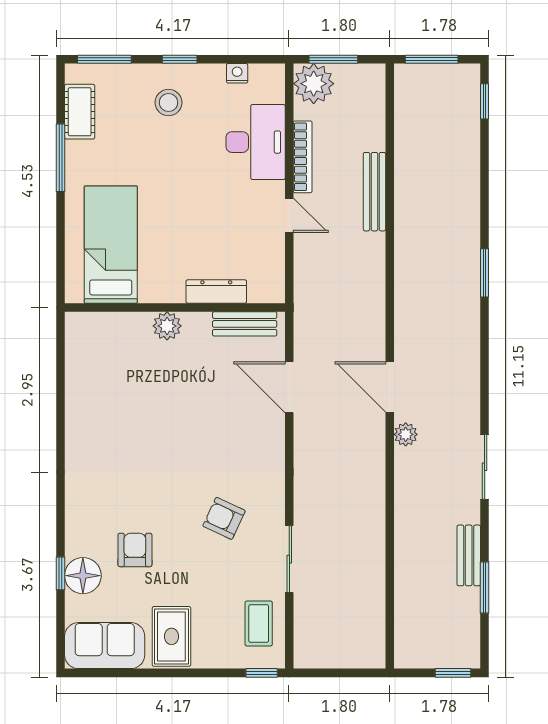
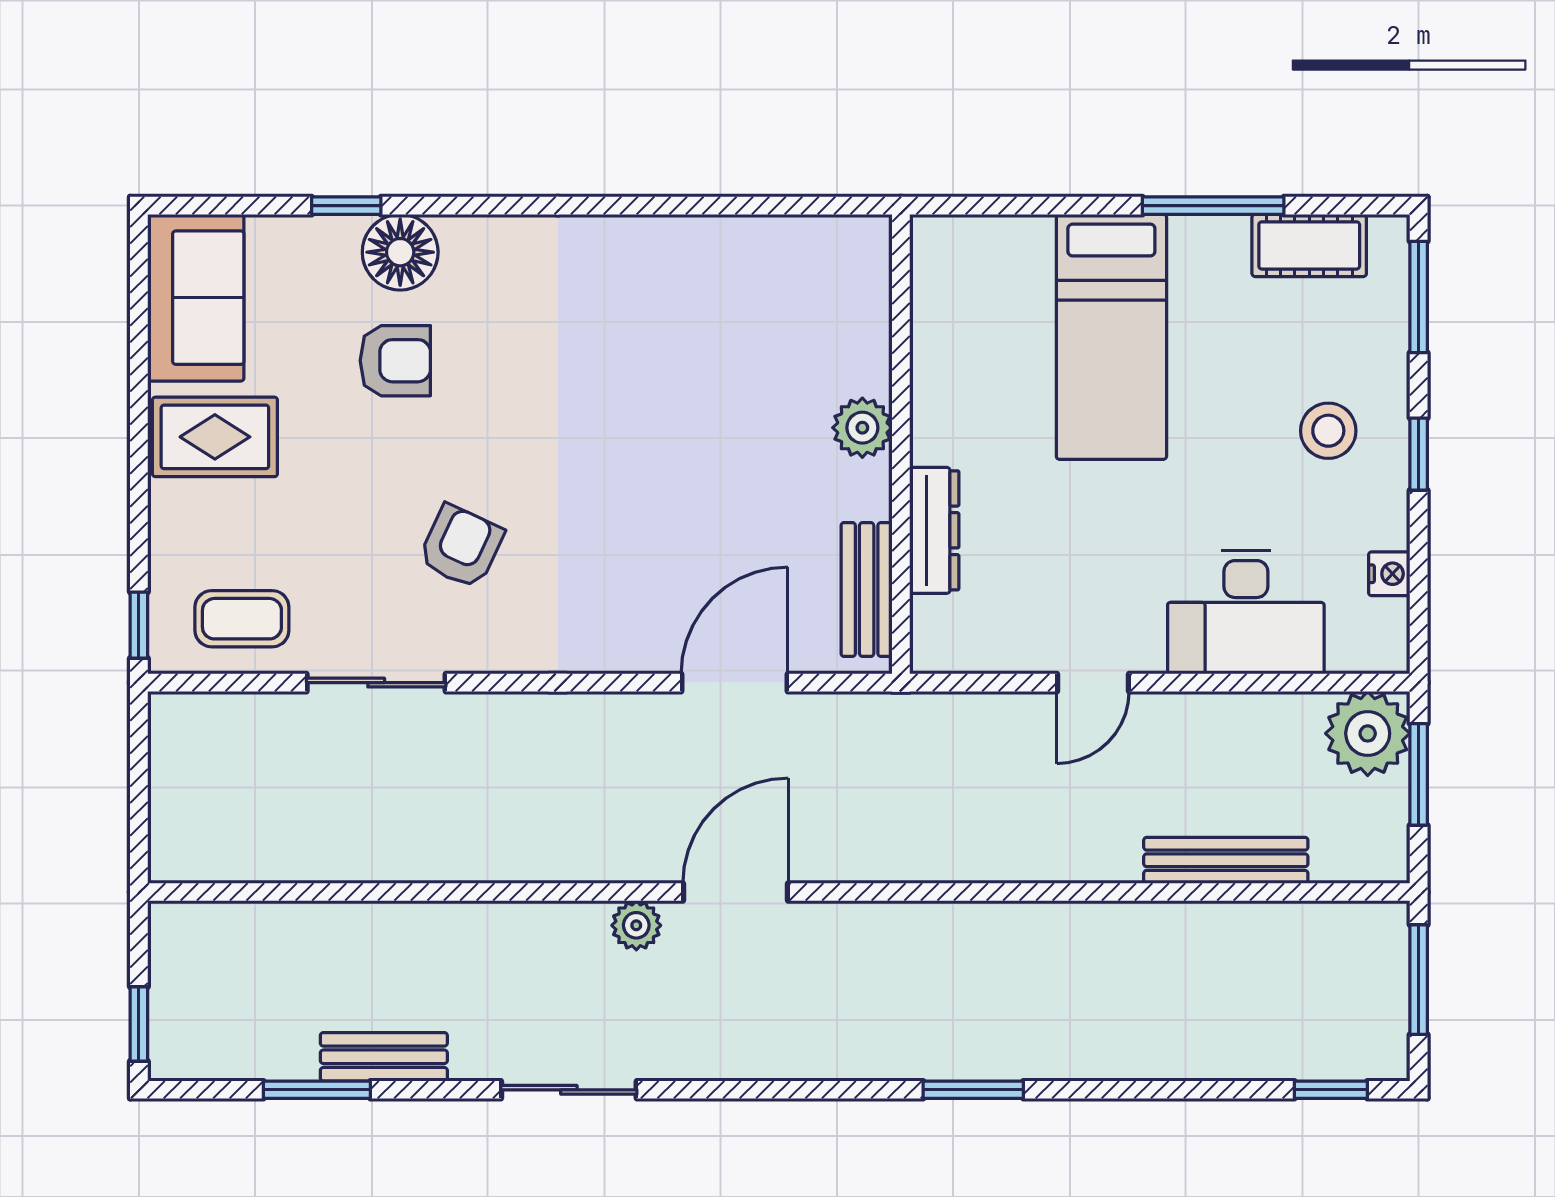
bookcase: (303, 157) -> (1215, 711), removed
bench: (374, 192) -> (1226, 860), moved
bed: (111, 245) -> (1111, 337), moved, turned 90
floor lamp: (83, 576) -> (400, 252), moved

